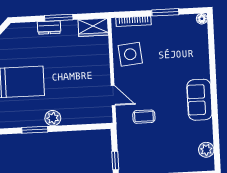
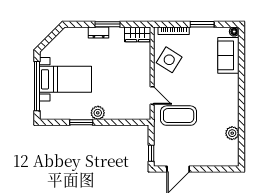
side table: (130, 54) -> (169, 60), turned 38
sofa: (199, 100) -> (228, 55), moved
coffee table: (144, 117) -> (179, 116), width x1.86, depth x1.72
plant: (206, 150) -> (232, 133), moved

